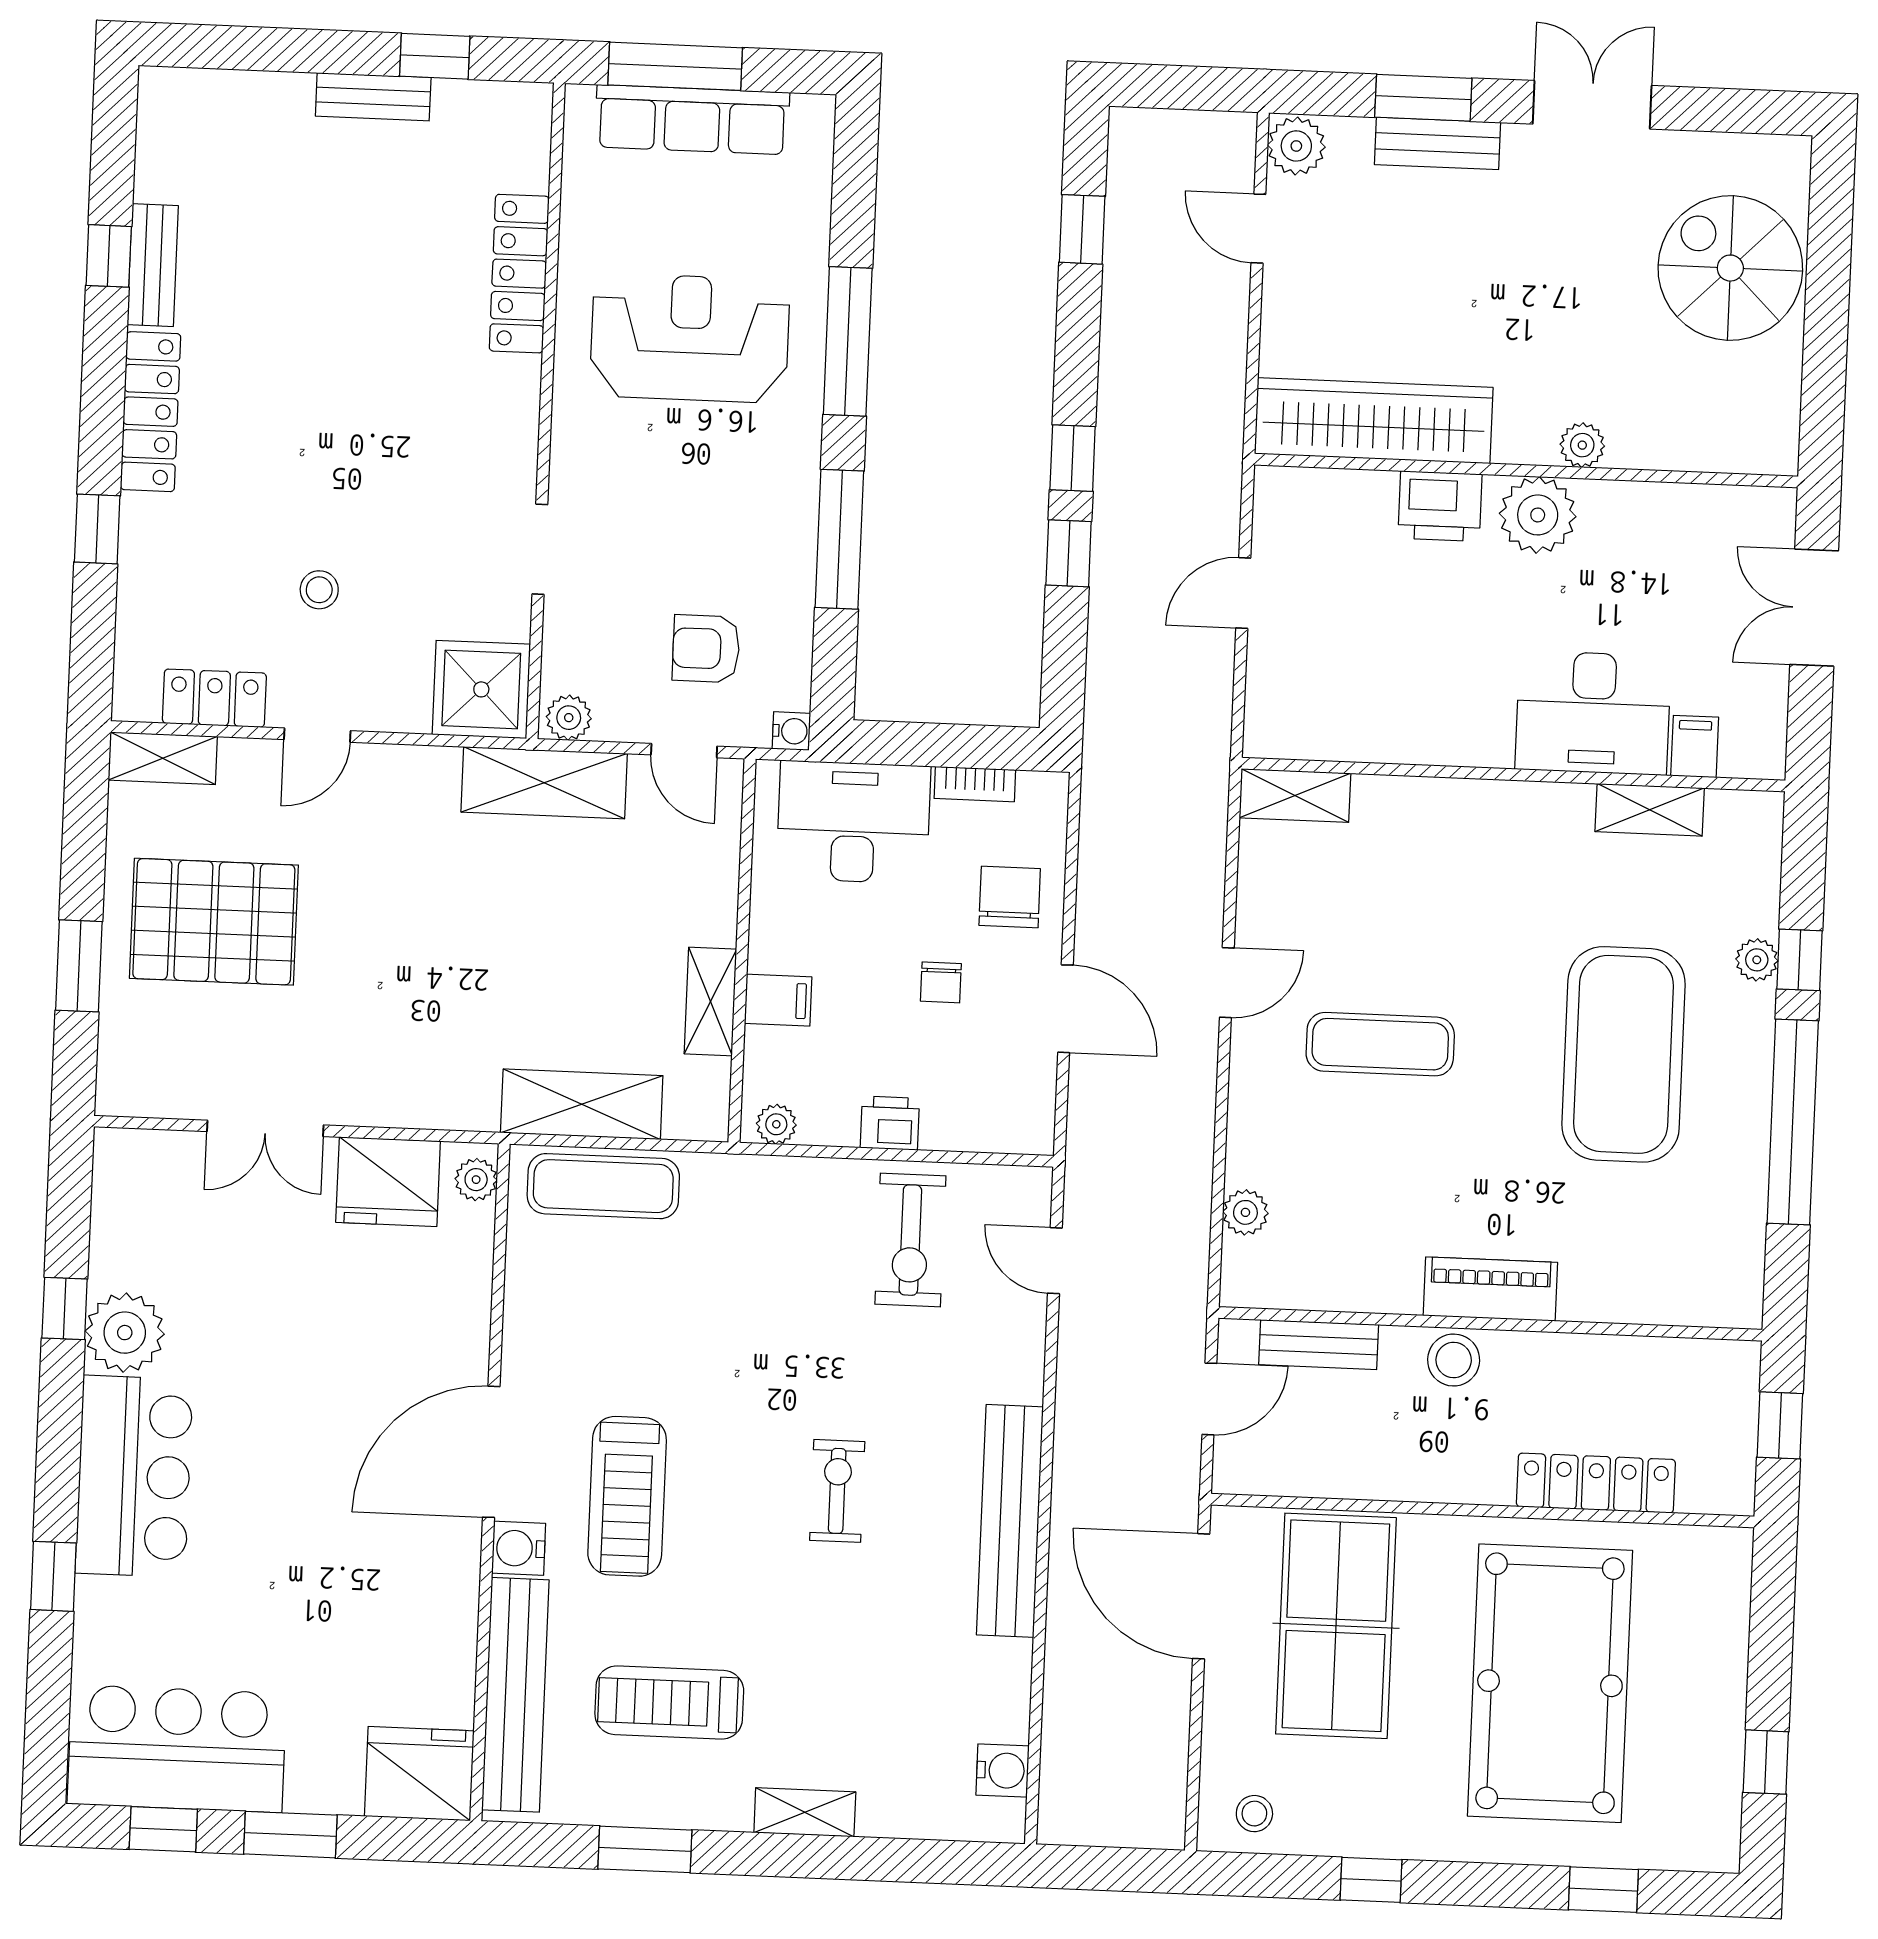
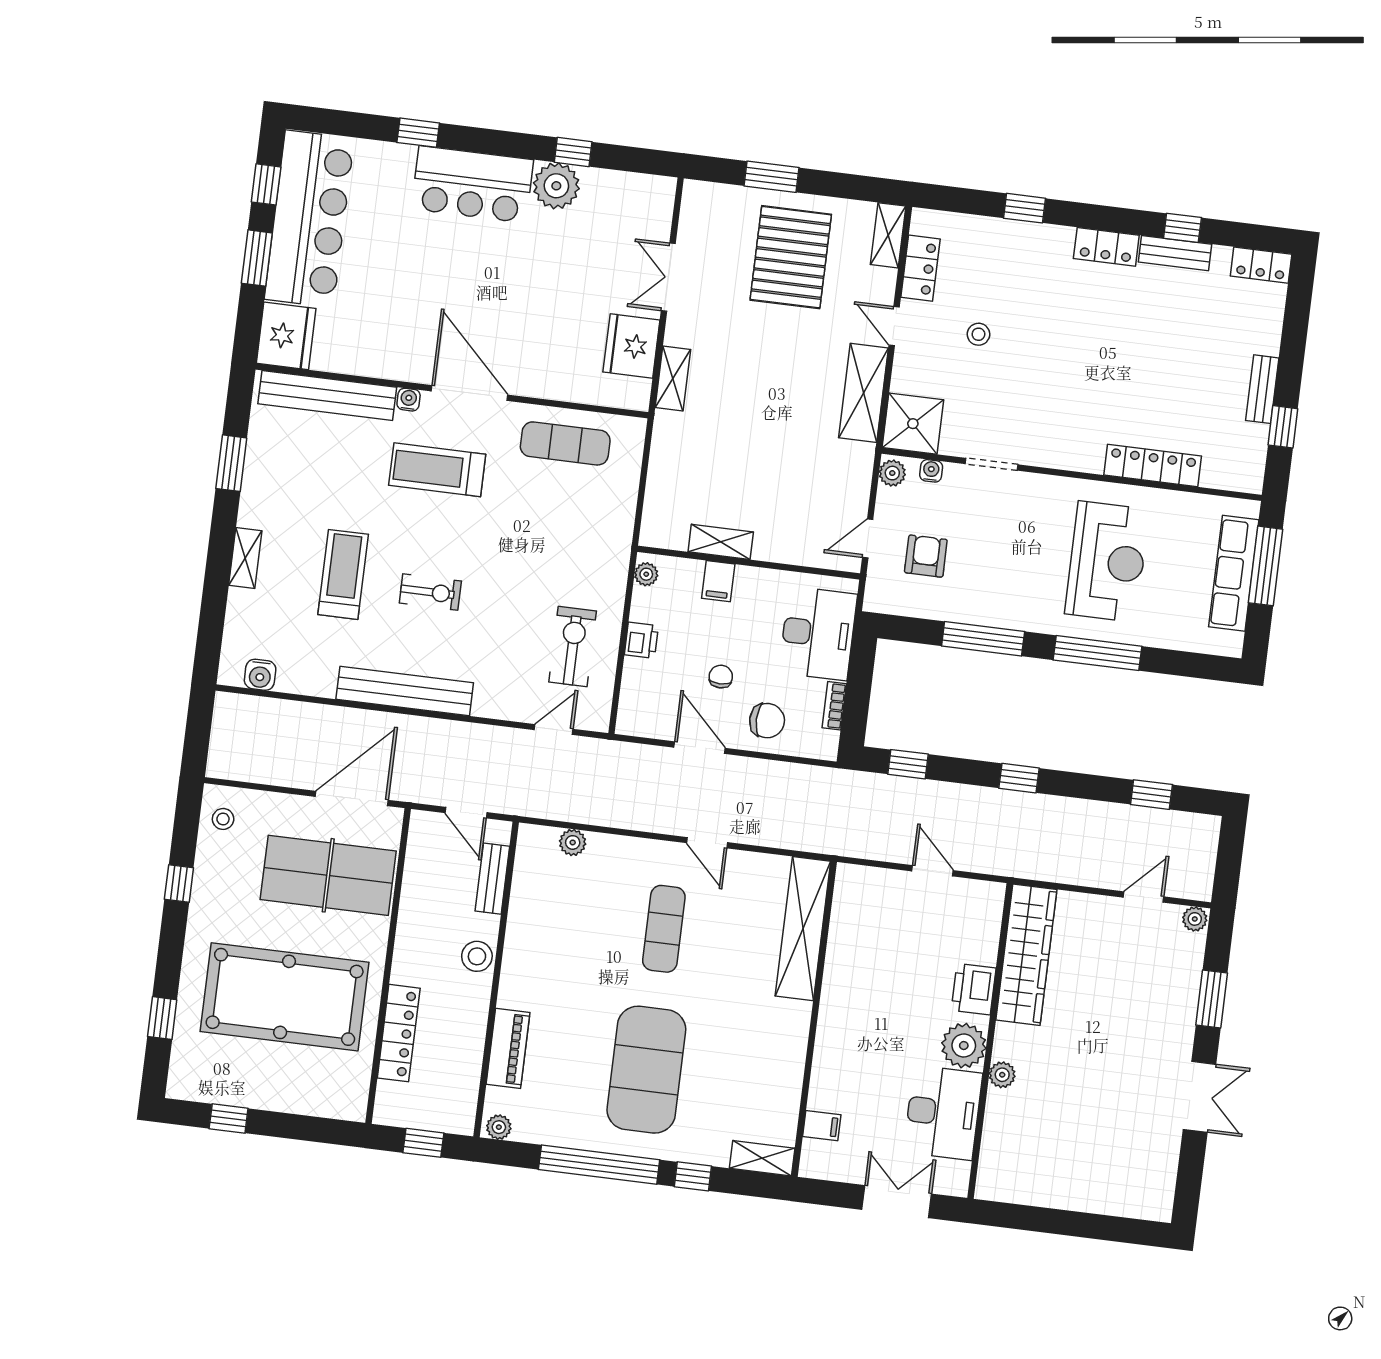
locker: (161, 116) -> (1261, 265), added
bench: (1437, 143) -> (1184, 1005), removed
plant: (1296, 146) -> (1195, 919), width x0.73, depth x0.73
spiral stairs: (1730, 268) -> (1098, 1169), removed
locker: (151, 412) -> (1106, 247), width x0.66
window: (1069, 553) -> (908, 764), moved
desk: (1593, 713) -> (943, 1113), moved, turned 180
water cooler: (791, 731) -> (931, 471), moved, turned 180
shelving: (544, 783) -> (863, 393), moved
shelving: (1295, 795) -> (803, 929), width x2.20, depth x1.33
shelving: (1650, 810) -> (762, 1158), moved, turned 90
plant: (1757, 960) -> (499, 1127), moved
chair: (941, 982) -> (721, 677), turned 90
door: (1065, 1009) -> (700, 748), swing flipped
exercise mat: (1624, 1054) -> (646, 1070), turned 90
shelving: (582, 1104) -> (673, 378), moved, width x0.67, depth x0.75
plant: (476, 1180) -> (628, 397), removed
exercise mat: (603, 1186) -> (565, 443), moved, turned 90
exercise bike: (910, 1240) -> (573, 647), turned 90
piano: (1490, 1289) -> (508, 1048), moved
water cooler: (519, 1548) -> (409, 400), width x0.72, depth x0.72
treadmill: (669, 1703) -> (343, 574), moved
bar counter: (177, 1749) -> (309, 219), width x1.36

